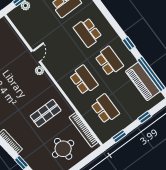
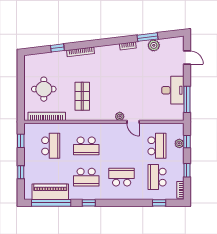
school desk: (41, 22) -> (157, 146), added
school desk: (105, 109) -> (51, 146), turned -90

